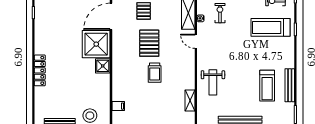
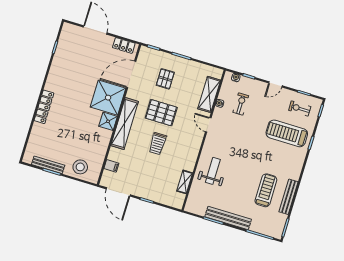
pallet: (149, 43) -> (161, 113), turned 90
shelving: (119, 63) -> (125, 124), added
weight bench: (213, 82) -> (213, 171), turned 180
treadmill: (267, 86) -> (266, 190), turned 180

